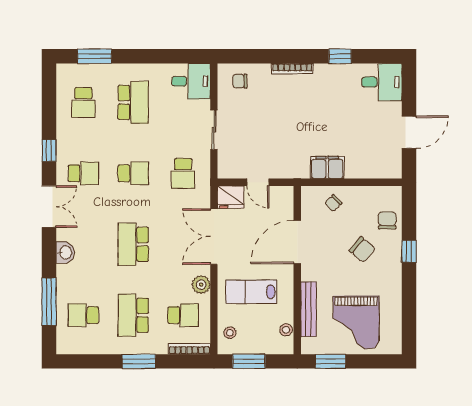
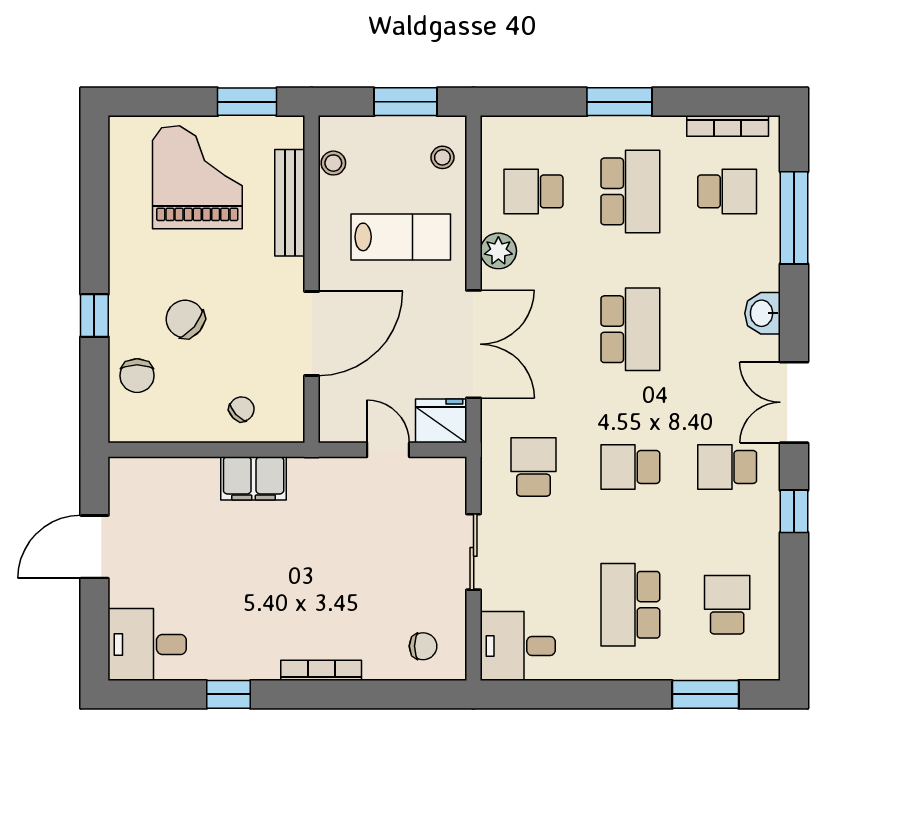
bookcase: (189, 349) -> (728, 126), moved

